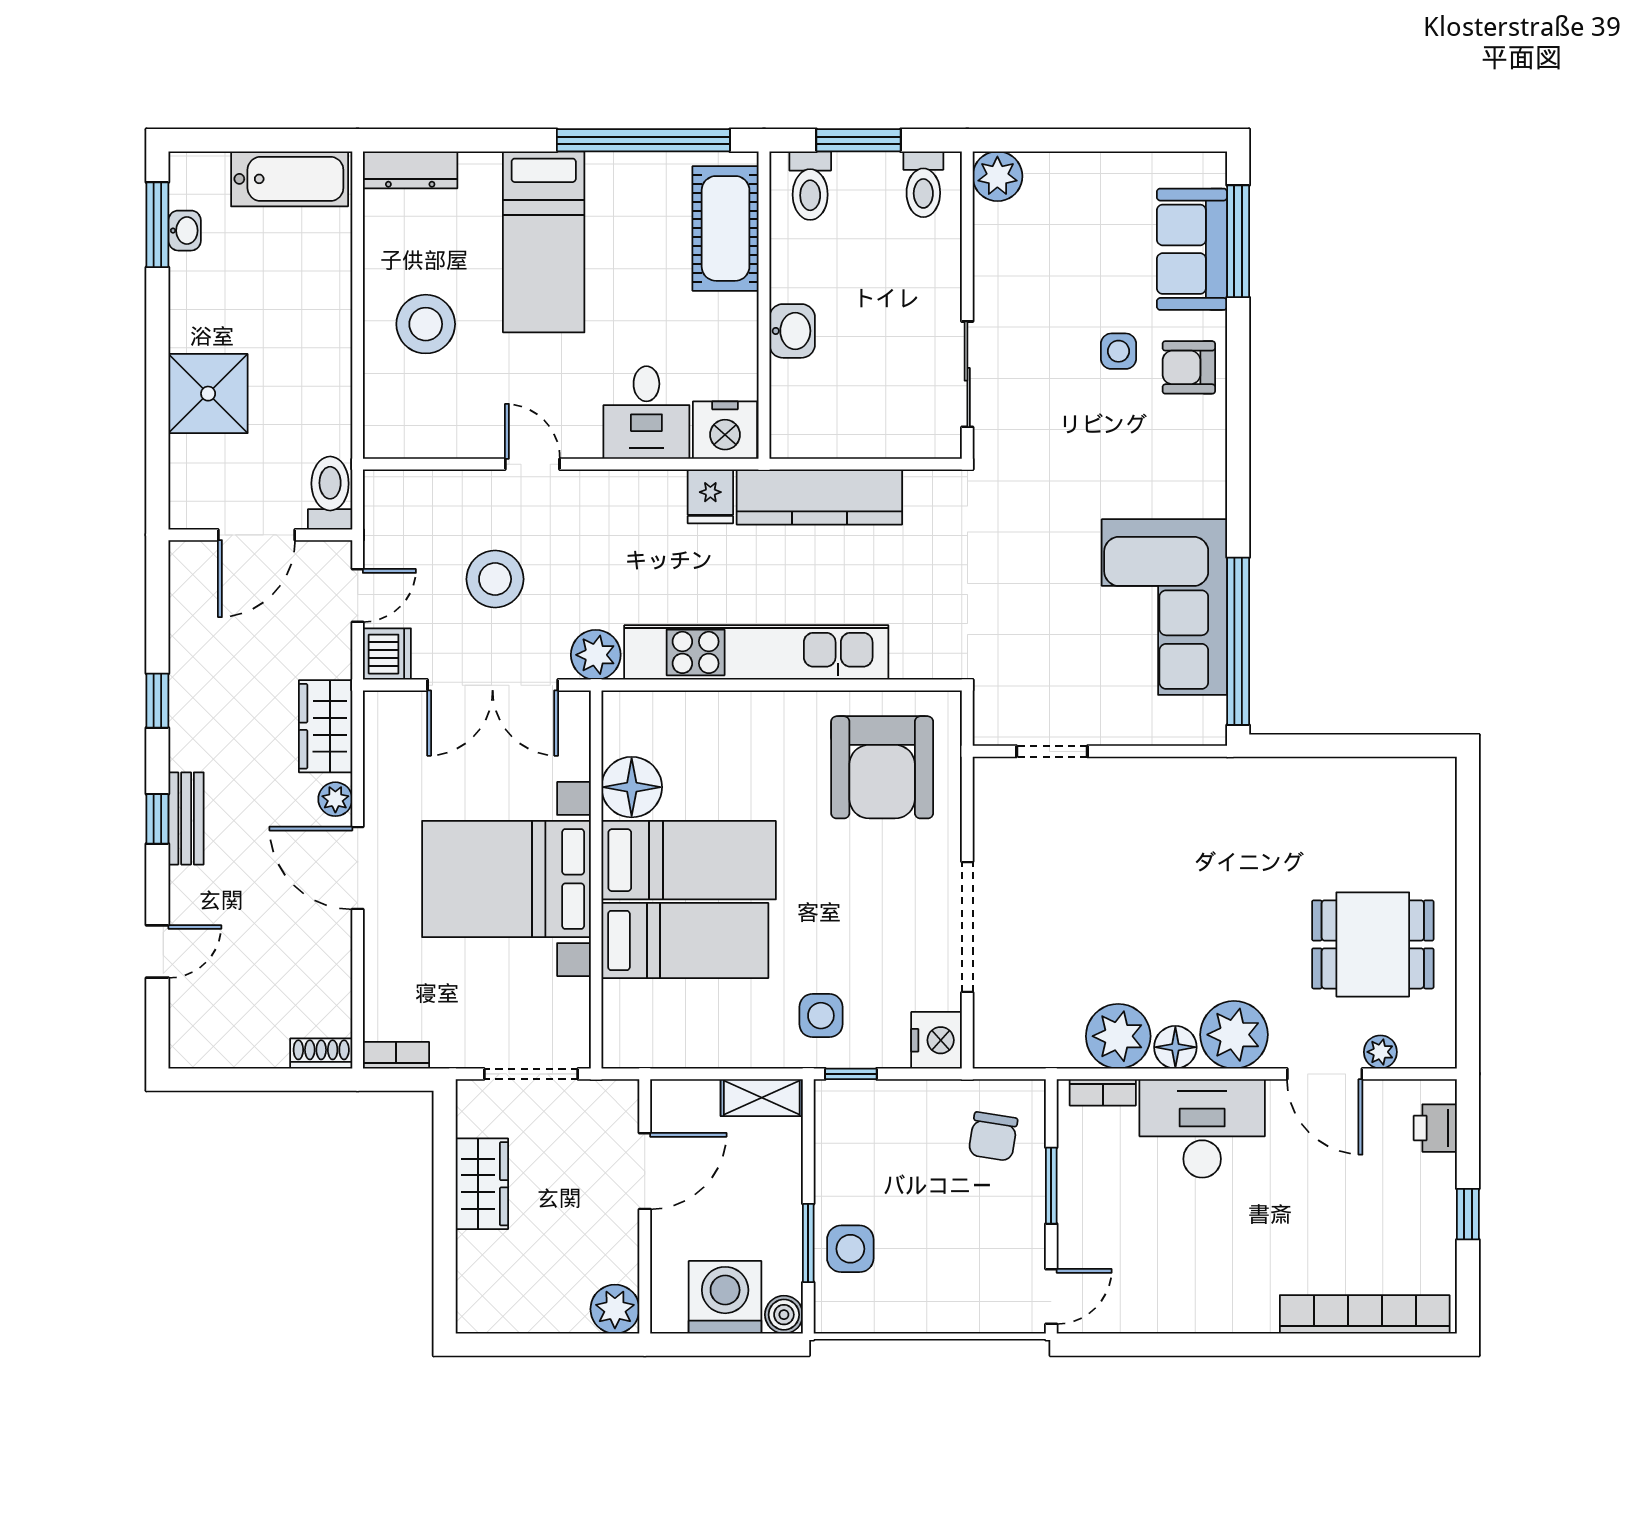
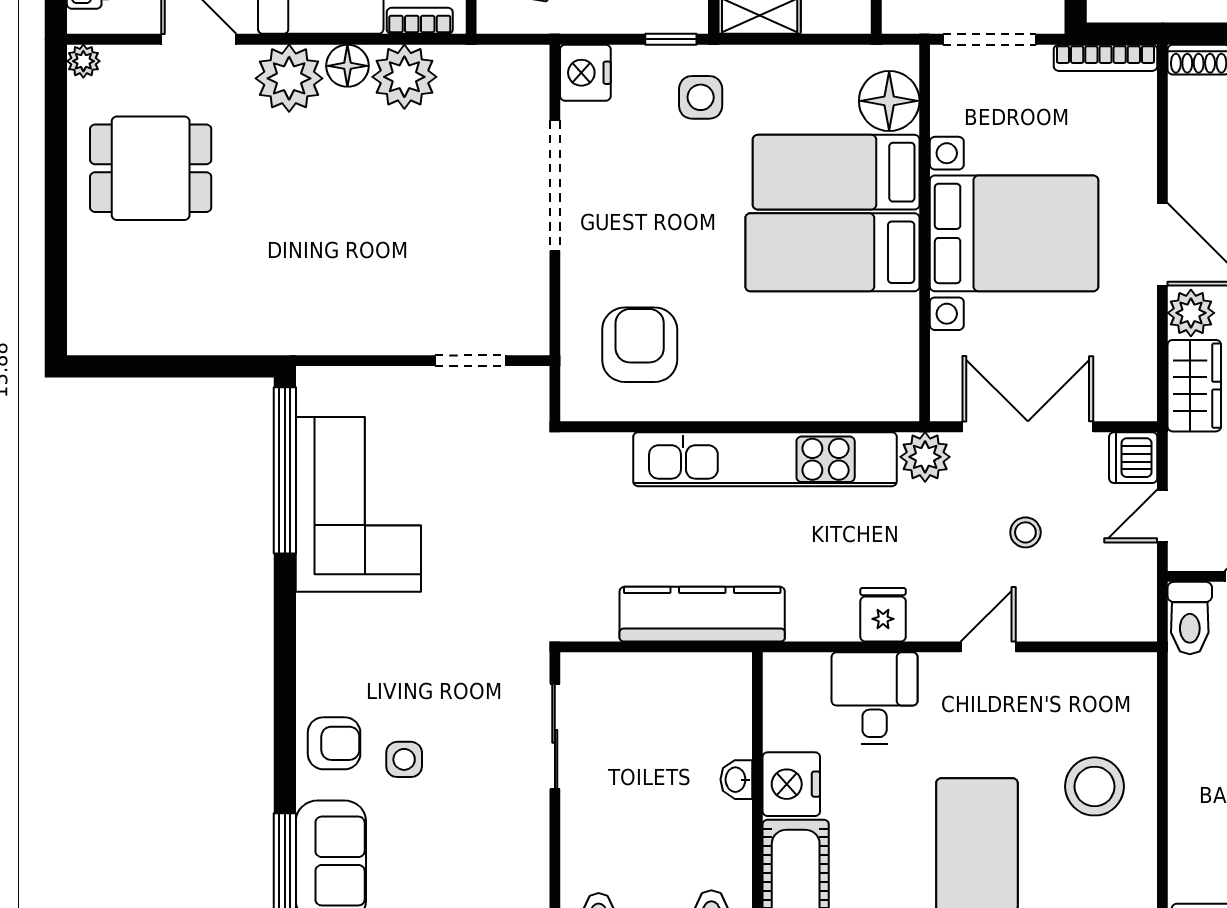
washbasin: (792, 331) -> (736, 780), width x0.72, depth x0.69
nightstand: (725, 430) -> (791, 784), moved, turned -90
door: (532, 464) -> (988, 647), swing flipped
fridge: (710, 496) -> (883, 615), moved
stool: (495, 579) -> (1025, 532), width x0.53, depth x0.53
armchair: (882, 767) -> (640, 345), width x0.73, depth x0.73
floor lamp: (632, 787) -> (889, 101), moved
plant: (335, 799) -> (1191, 313), width x1.38, depth x1.38
plant: (1380, 1052) -> (83, 61), moved
bookcase: (396, 1055) -> (1105, 58), width x1.56

